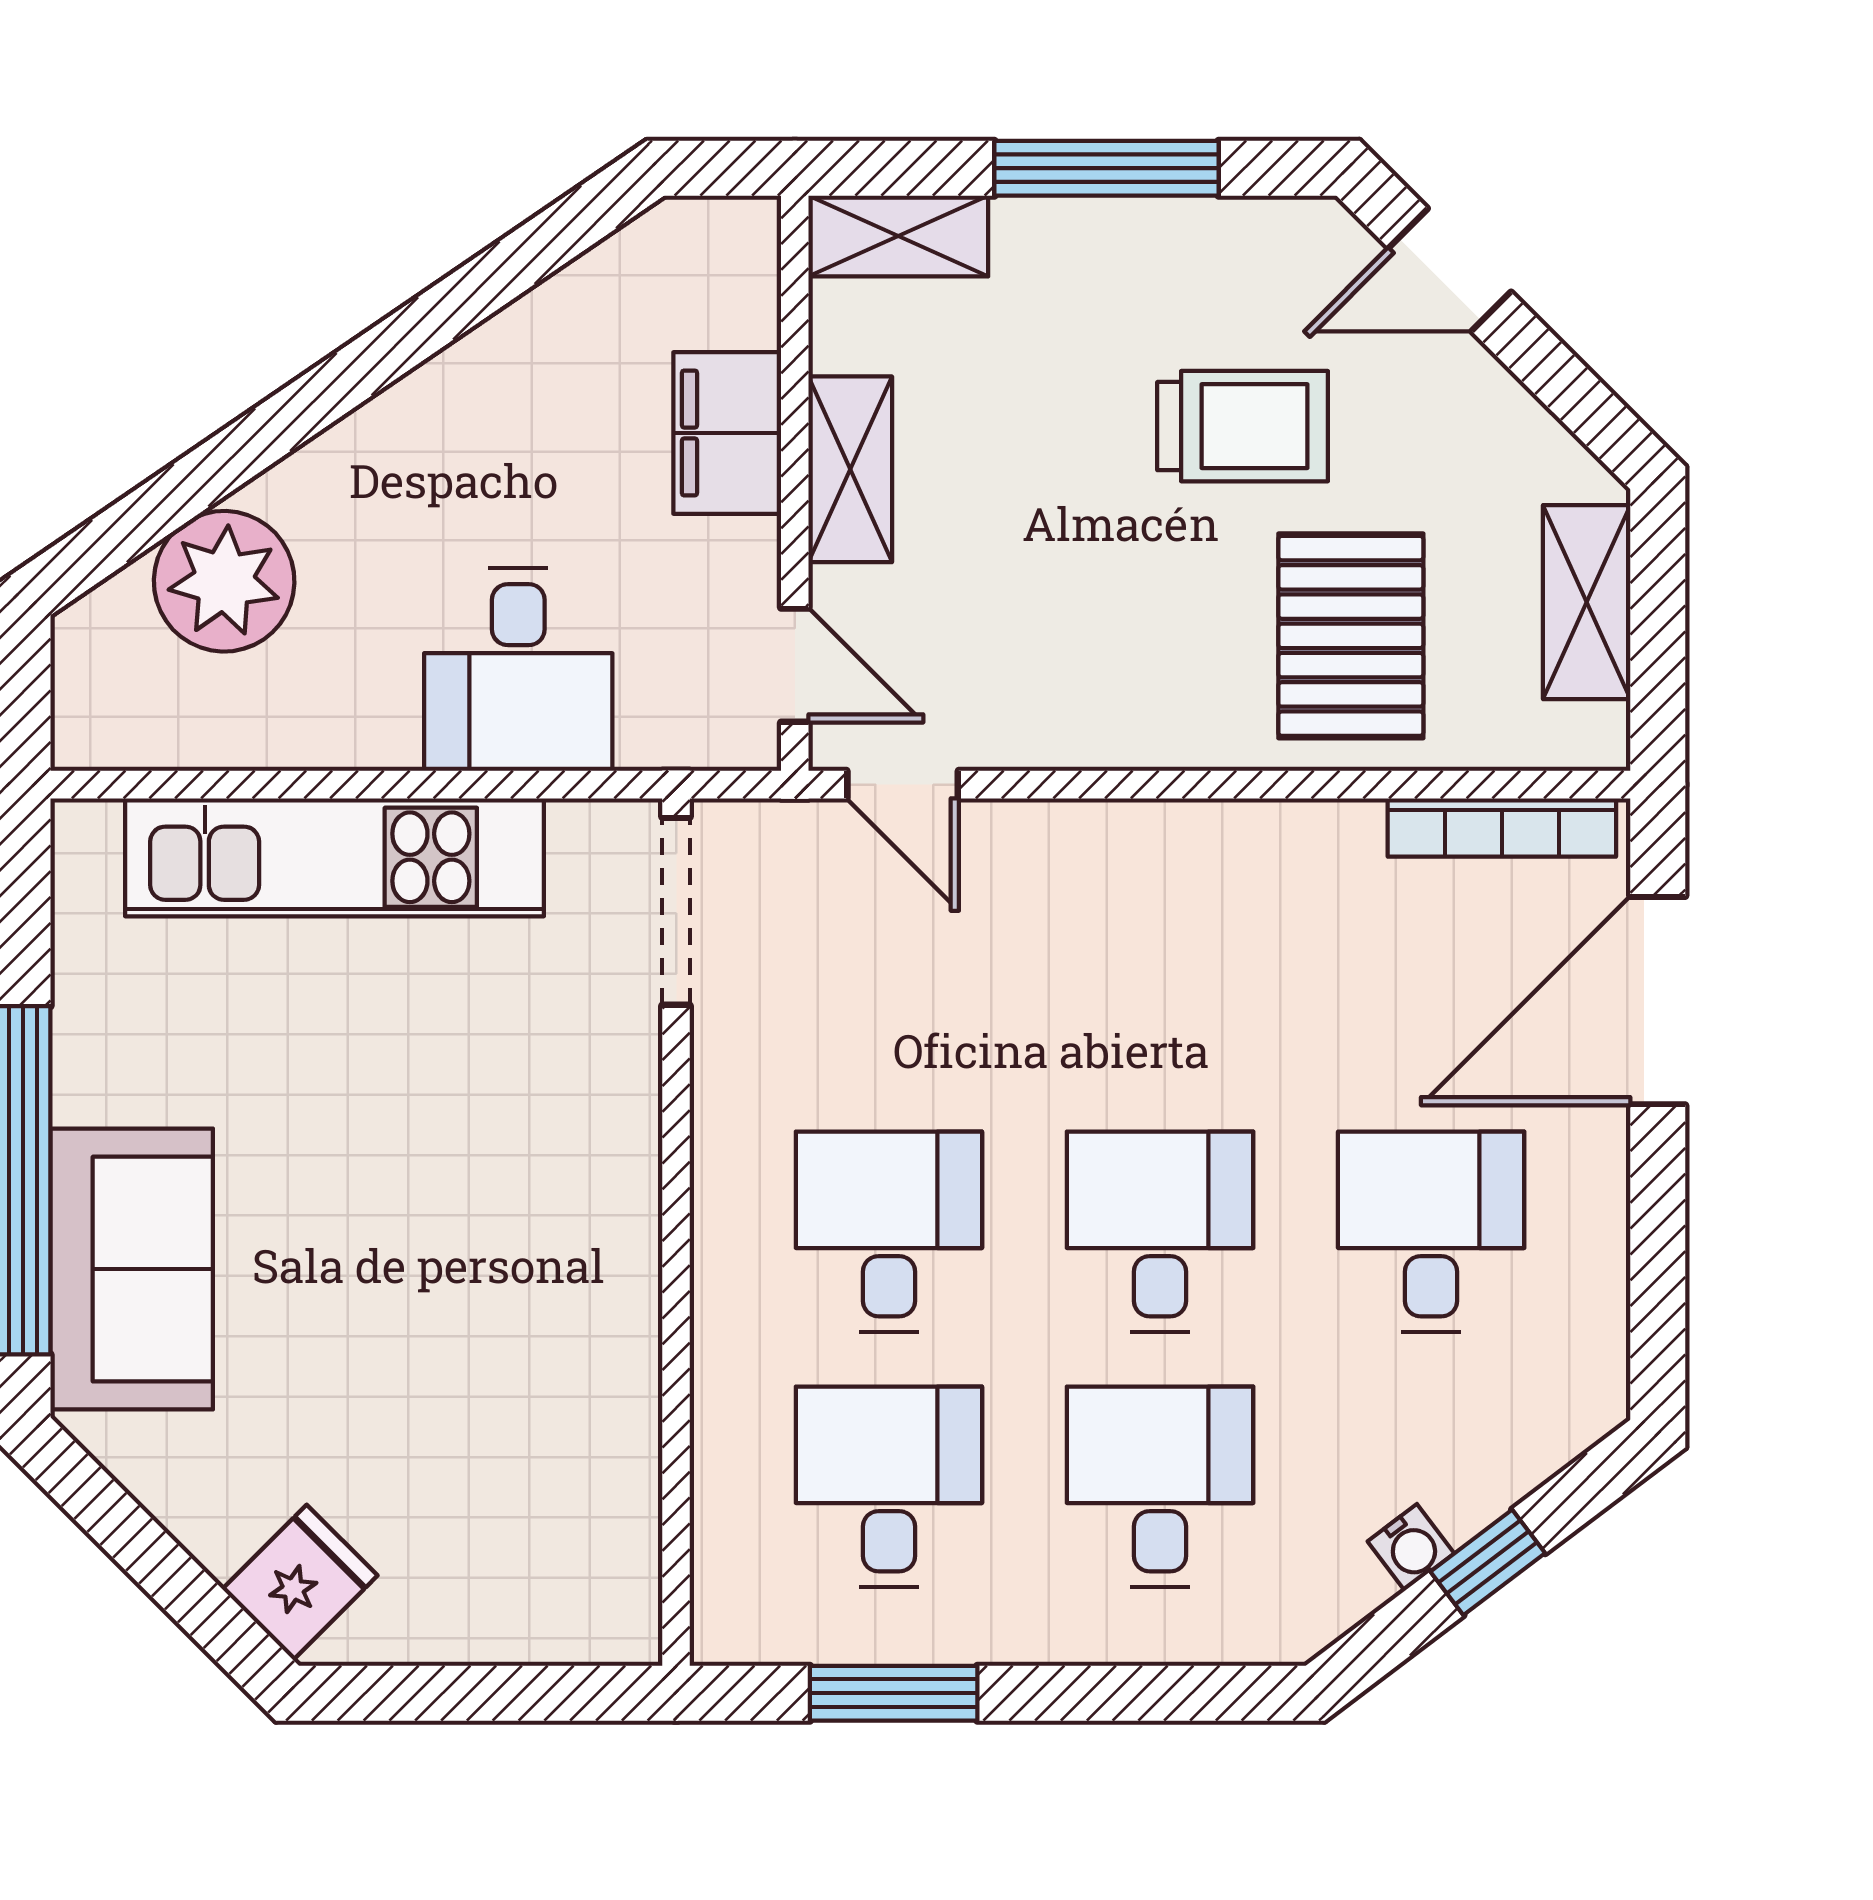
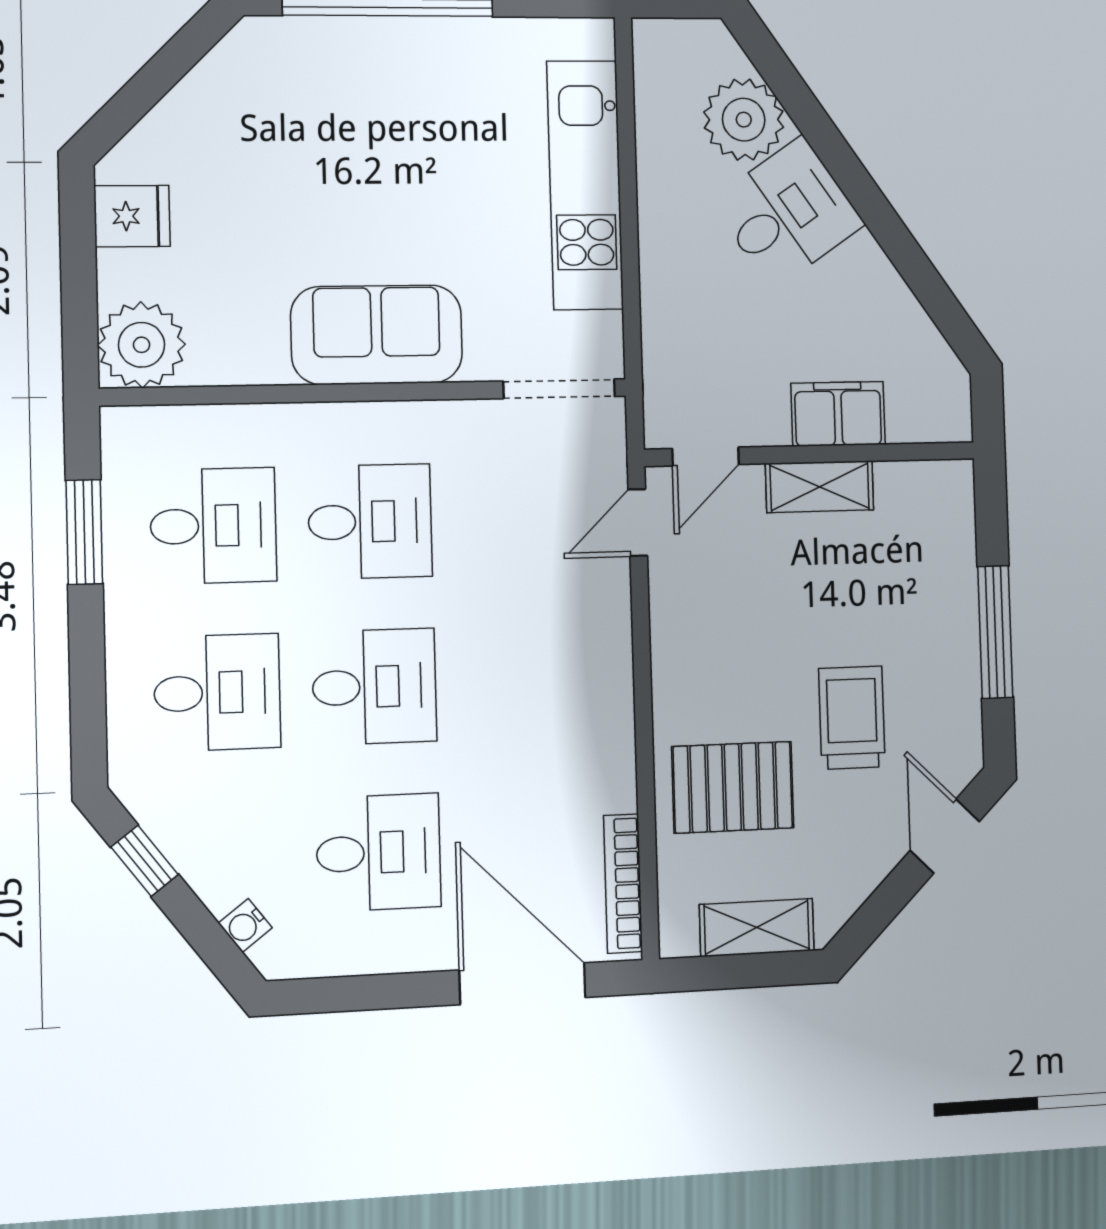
shelving: (898, 236) -> (953, 511), removed
trolley: (1243, 426) -> (852, 718), turned 180
desk: (518, 669) -> (788, 213), moved, turned 146
sofa: (132, 1269) -> (377, 335), moved, turned 180
water cooler: (1411, 1547) -> (245, 925), moved
window: (1488, 1562) -> (145, 861), moved
fridge: (300, 1582) -> (132, 216), moved, turned -45
plant: (592, 1595) -> (142, 345), added

